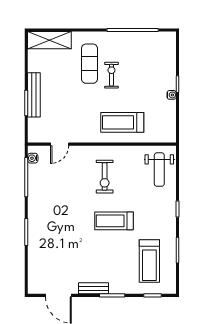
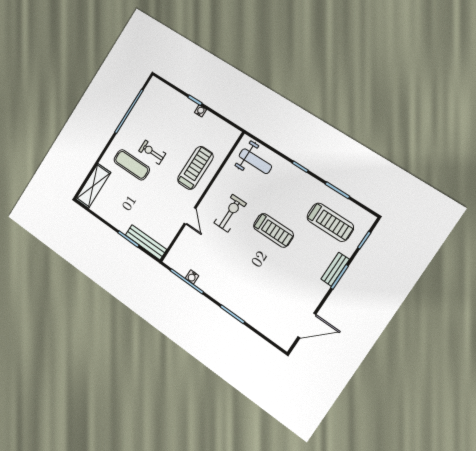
bench: (34, 95) -> (146, 242), moved
treadmill: (122, 122) -> (195, 168), turned 180
door: (60, 144) -> (190, 216), moved
water cooler: (33, 158) -> (192, 277), moved
exercise bike: (105, 177) -> (230, 213), turned -90
treadmill: (114, 221) -> (273, 230), turned -90
bench: (94, 288) -> (335, 269), moved

